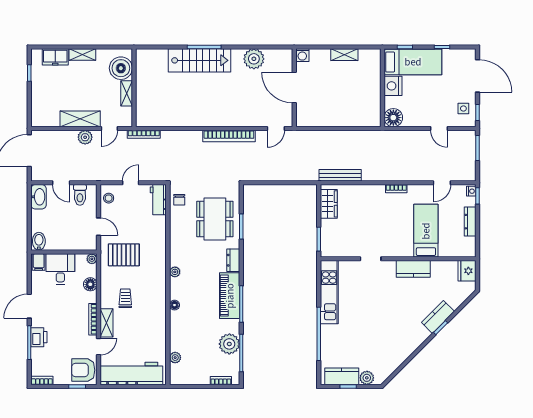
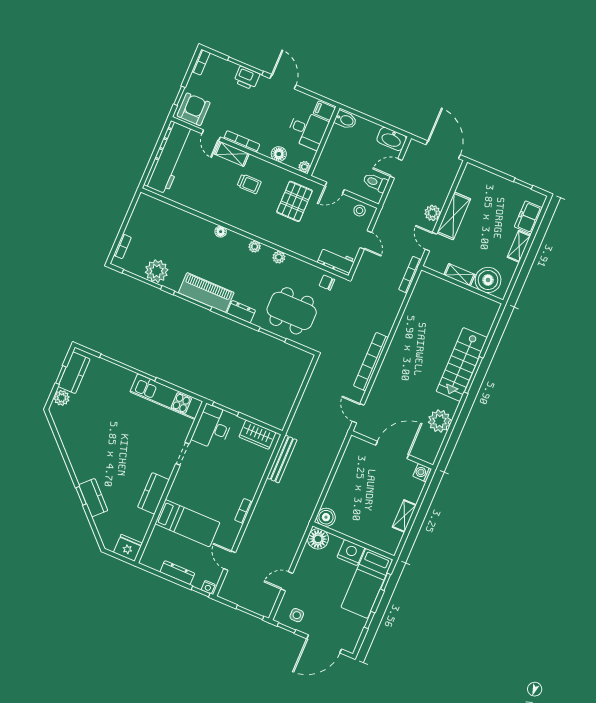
boiler: (373, 119) -> (326, 517), added
desk: (338, 243) -> (213, 427), added
plant: (175, 358) -> (279, 257), moved

